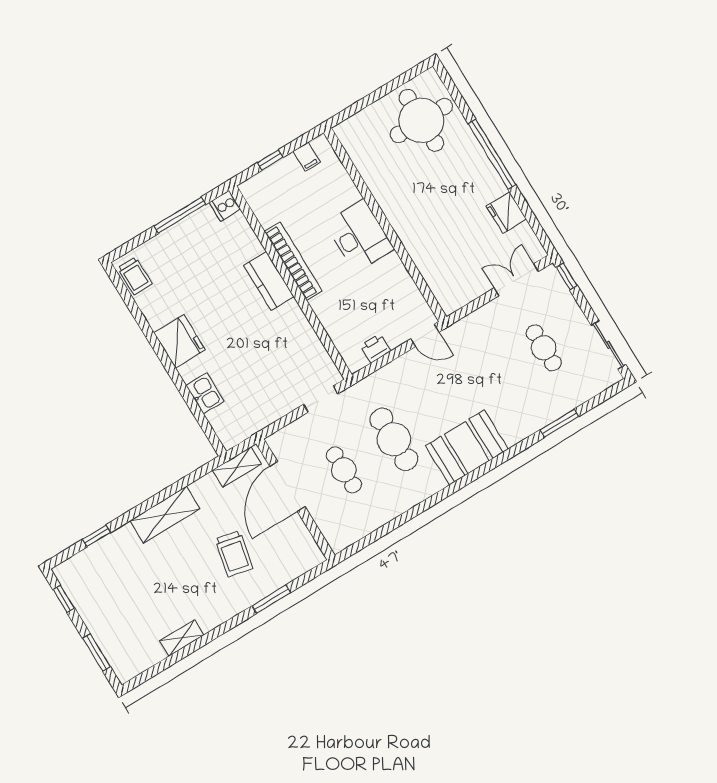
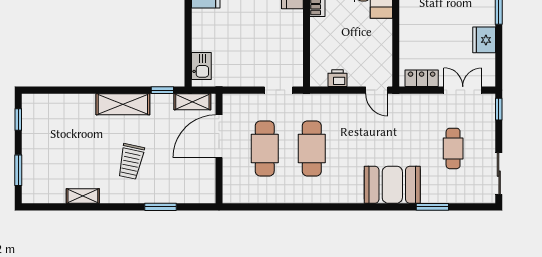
locker: (465, 294) -> (422, 78), added
kitchen sink: (205, 393) -> (201, 66), moved
booth: (467, 448) -> (392, 185), moved
cafe table: (344, 470) -> (265, 148), width x1.37, depth x1.35
window: (96, 536) -> (162, 90), moved
trolley: (234, 554) -> (131, 161), moved

